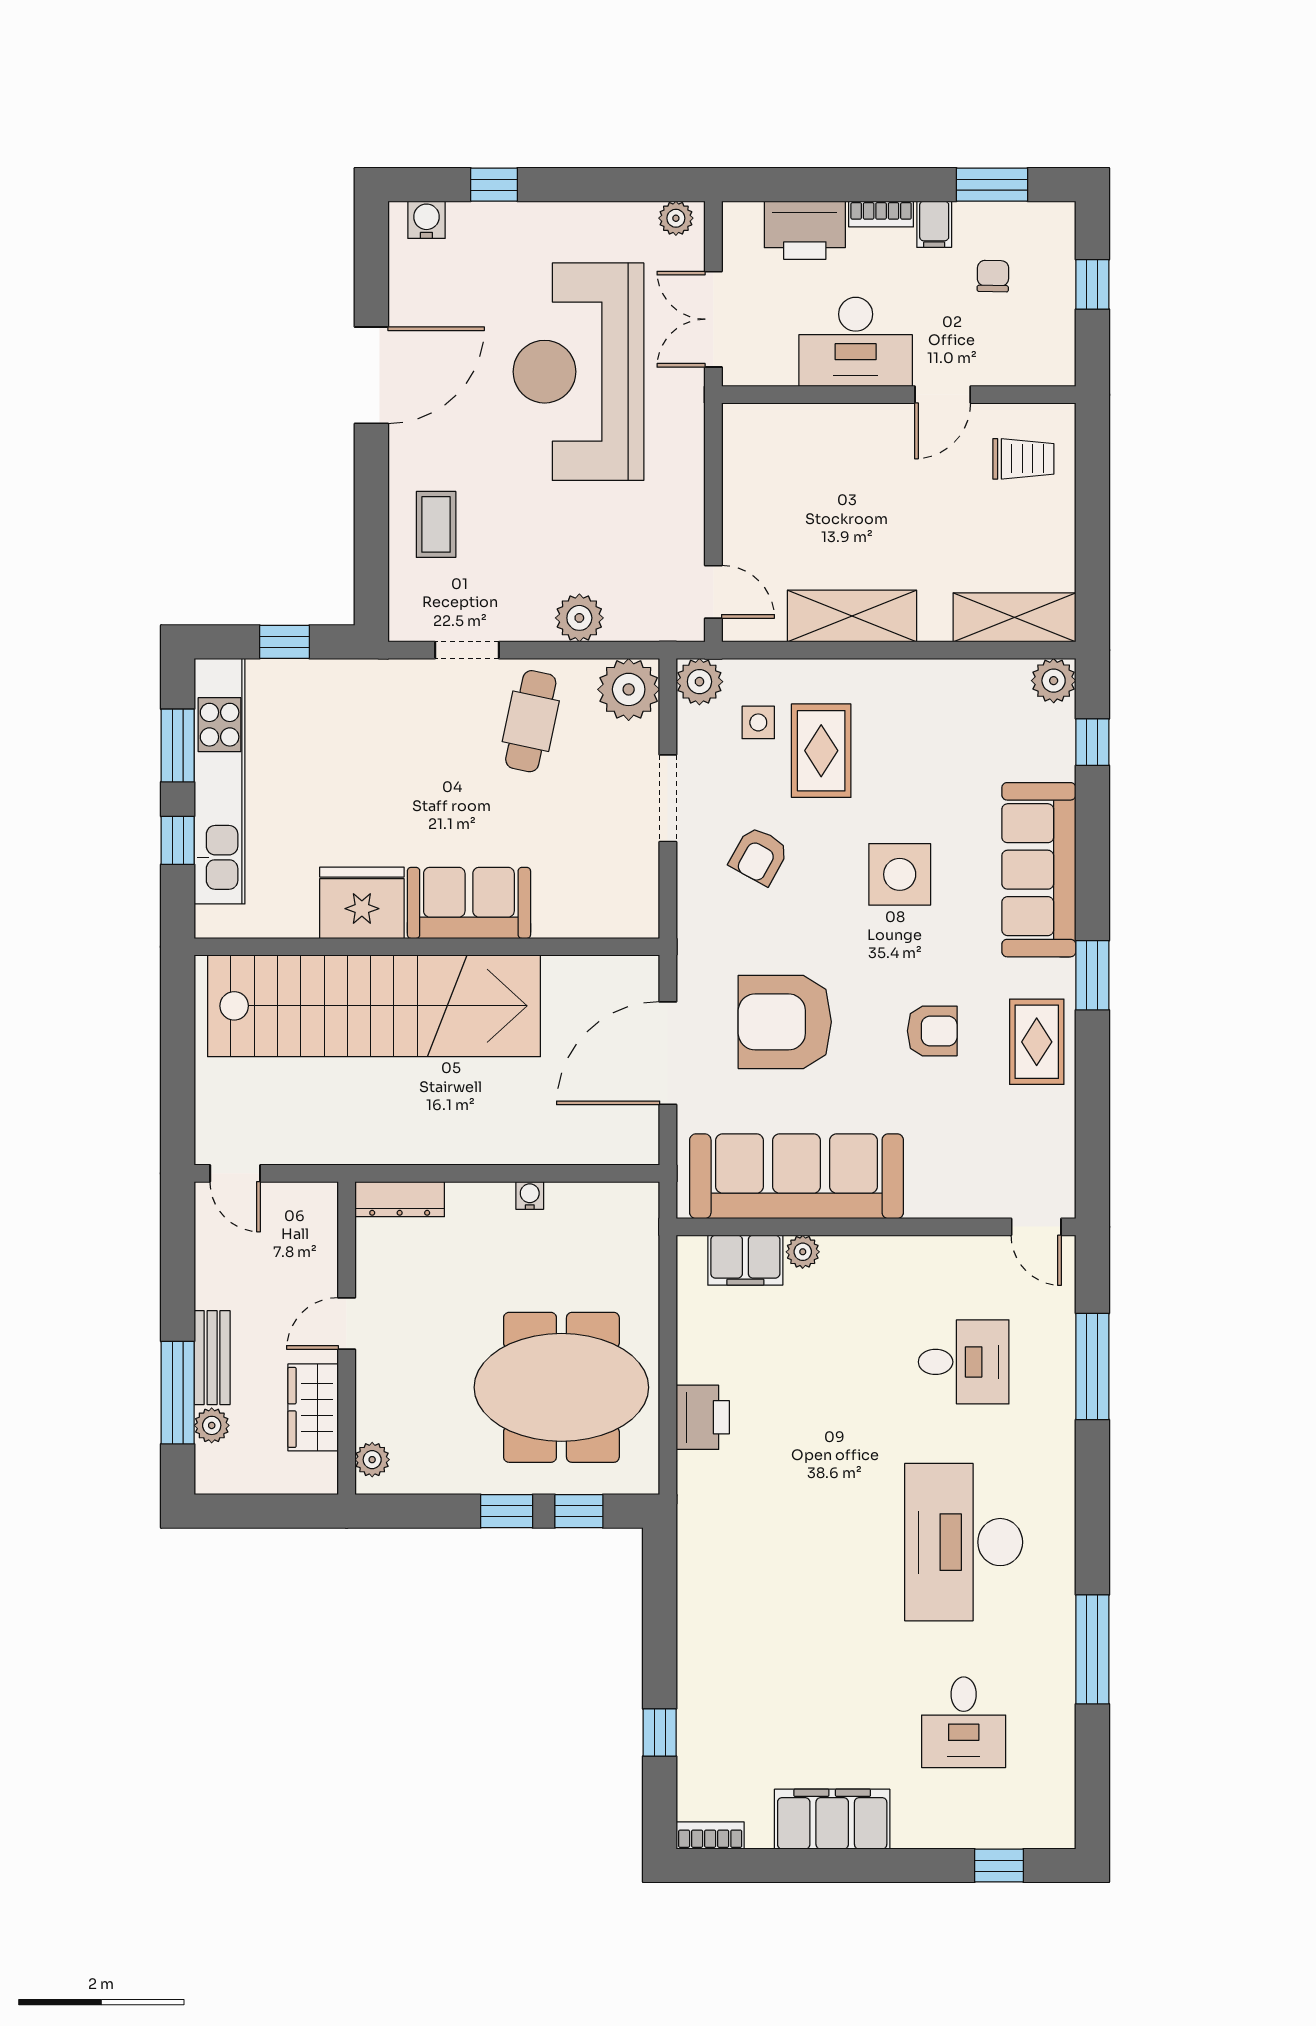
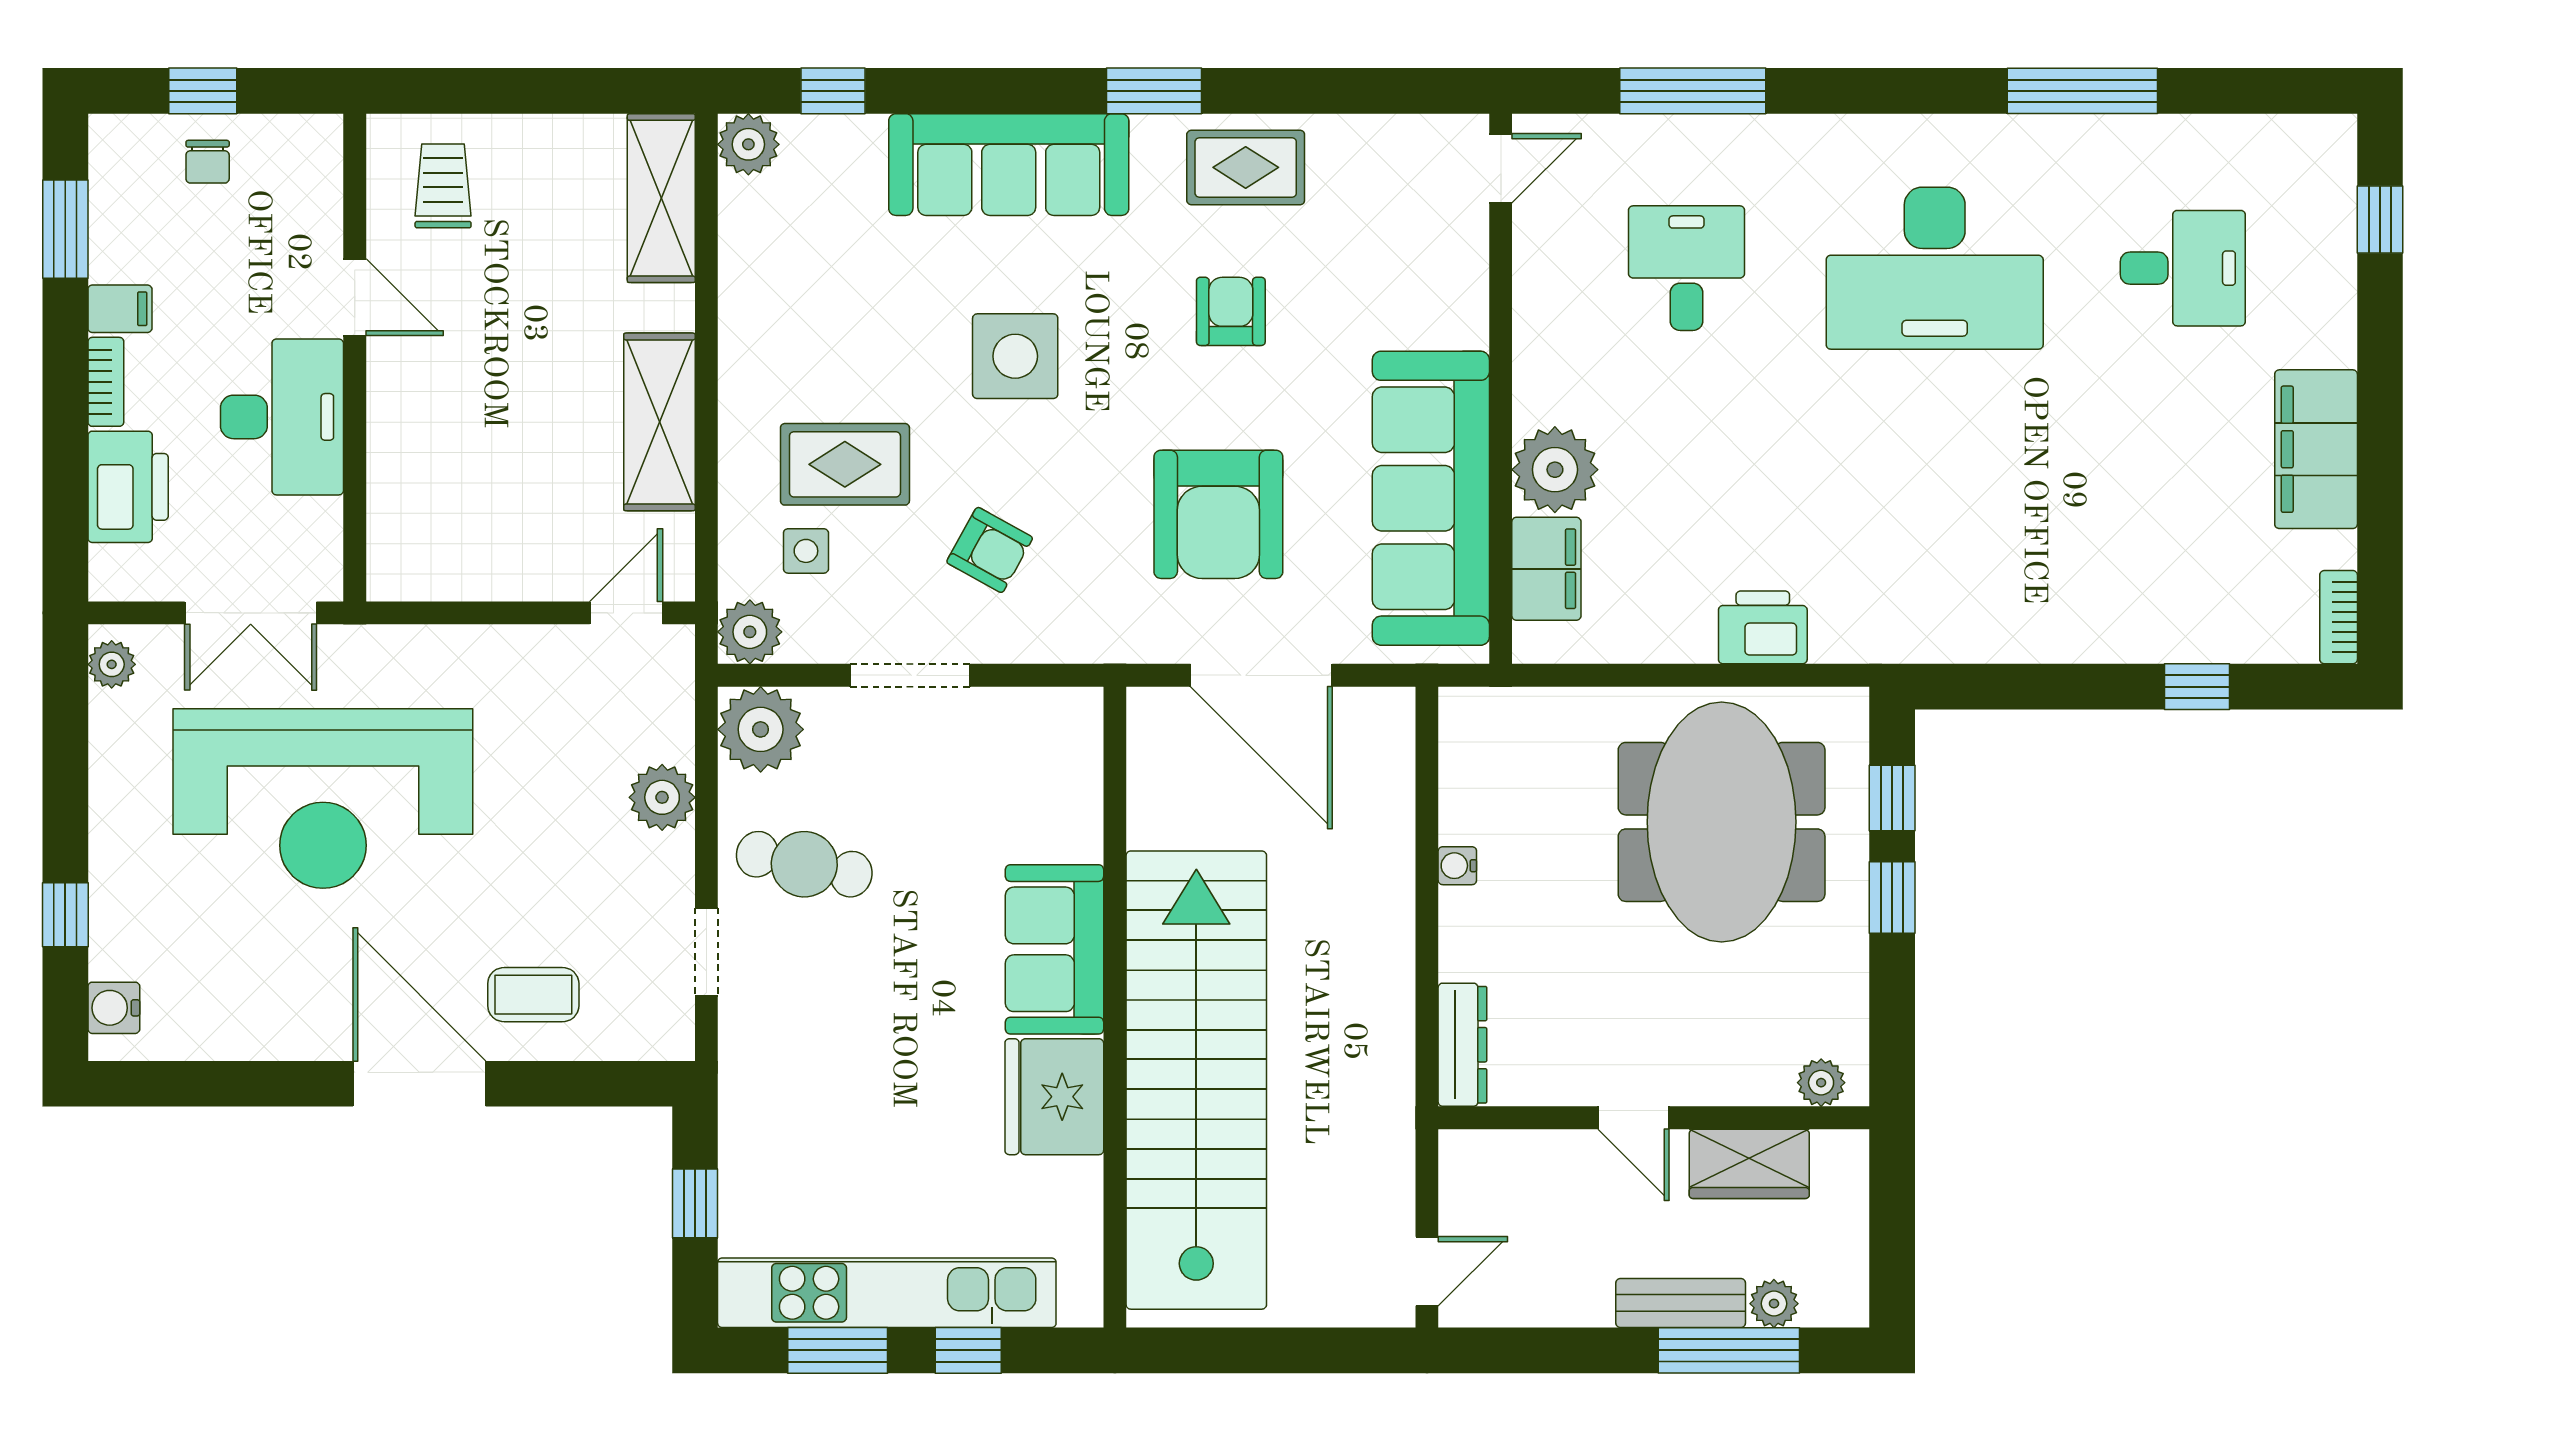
chair: (993, 276) -> (208, 162), moved, turned -91
door: (371, 375) -> (419, 1084), moved
plant: (803, 1252) -> (1555, 470), width x1.87, depth x1.87

